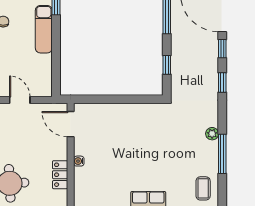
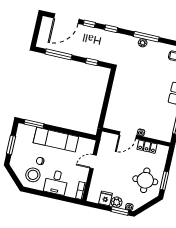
exam couch: (44, 29) -> (56, 140), width x1.36, depth x1.45
door: (71, 124) -> (128, 135), moved
window: (222, 154) -> (146, 37), moved

